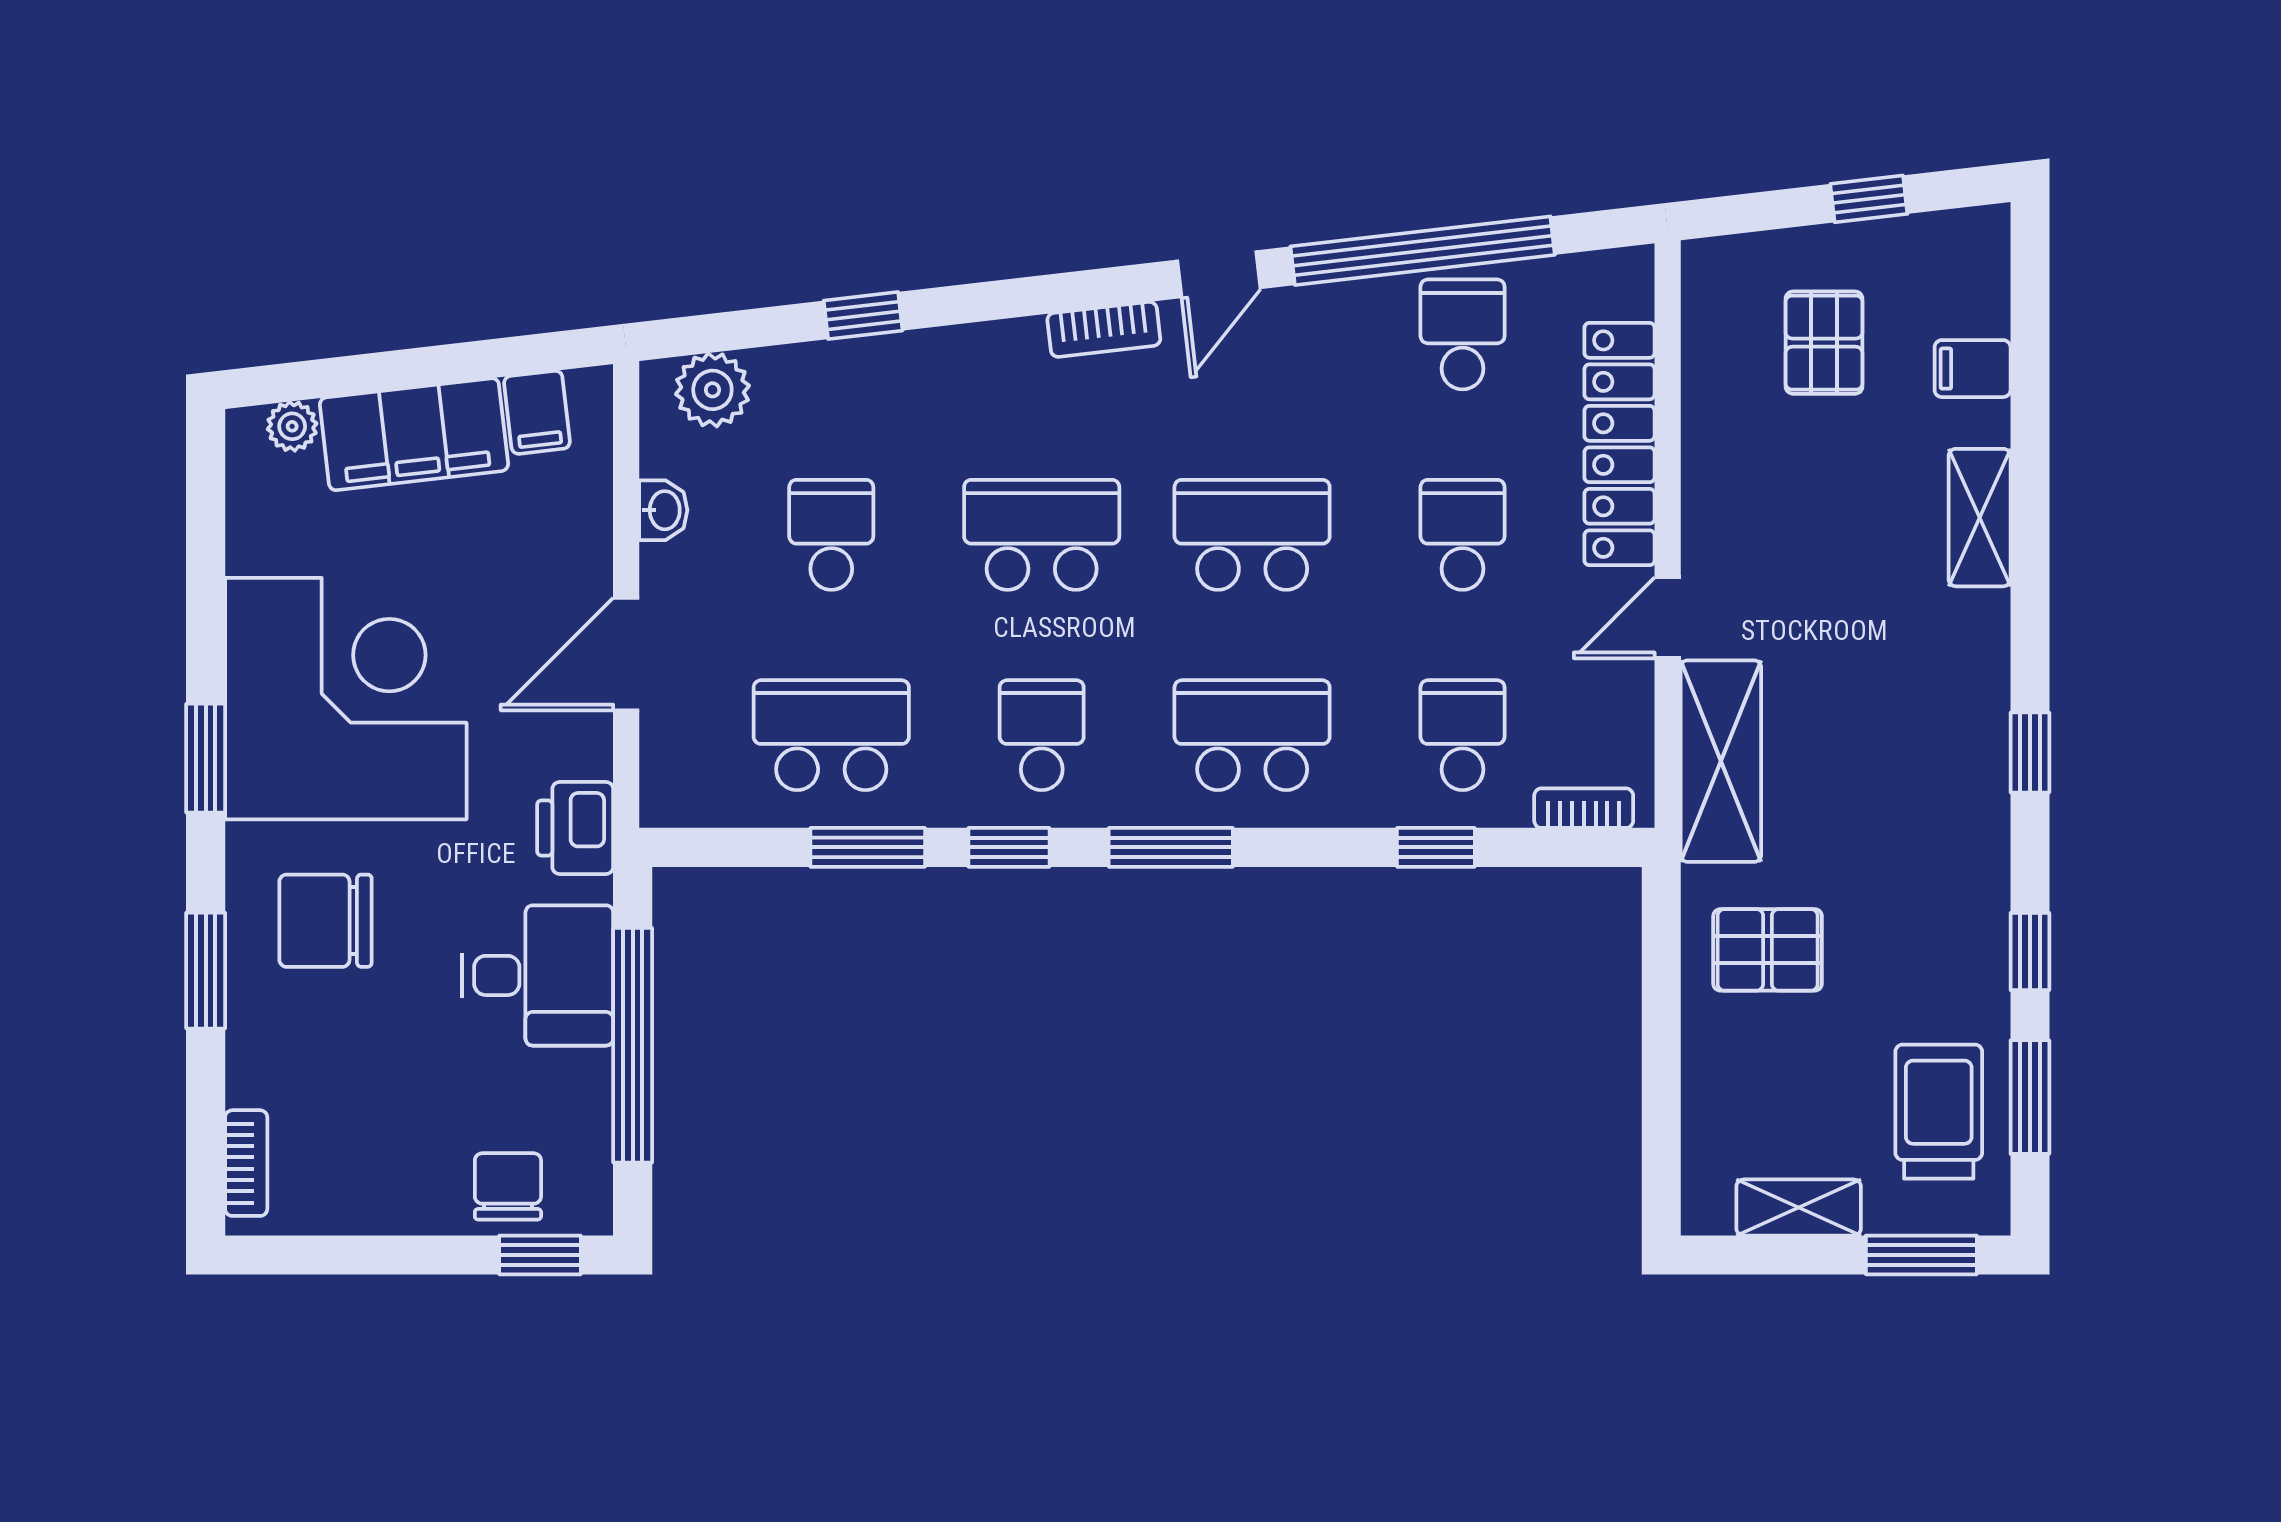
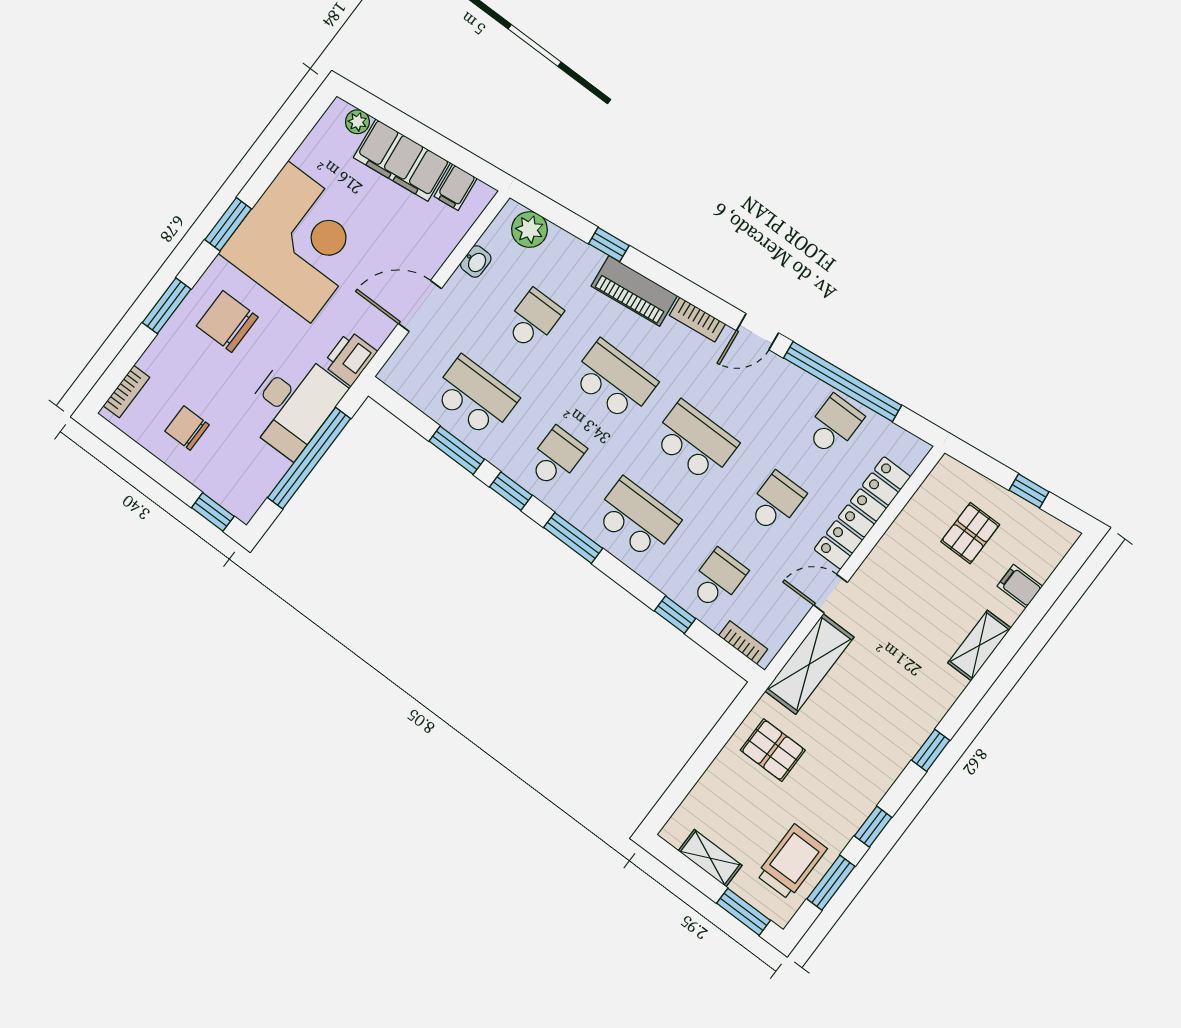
piano: (963, 361) -> (634, 291), added
desk: (538, 975) -> (293, 404), width x1.37
chair: (508, 1186) -> (187, 428), moved, turned -90

